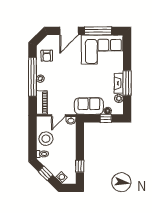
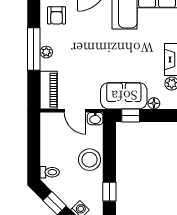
window: (33, 77) -> (34, 49), width x0.68
door: (58, 115) -> (75, 111), hinge flipped
window: (106, 118) -> (131, 116), moved
stool: (46, 139) -> (90, 160), moved

